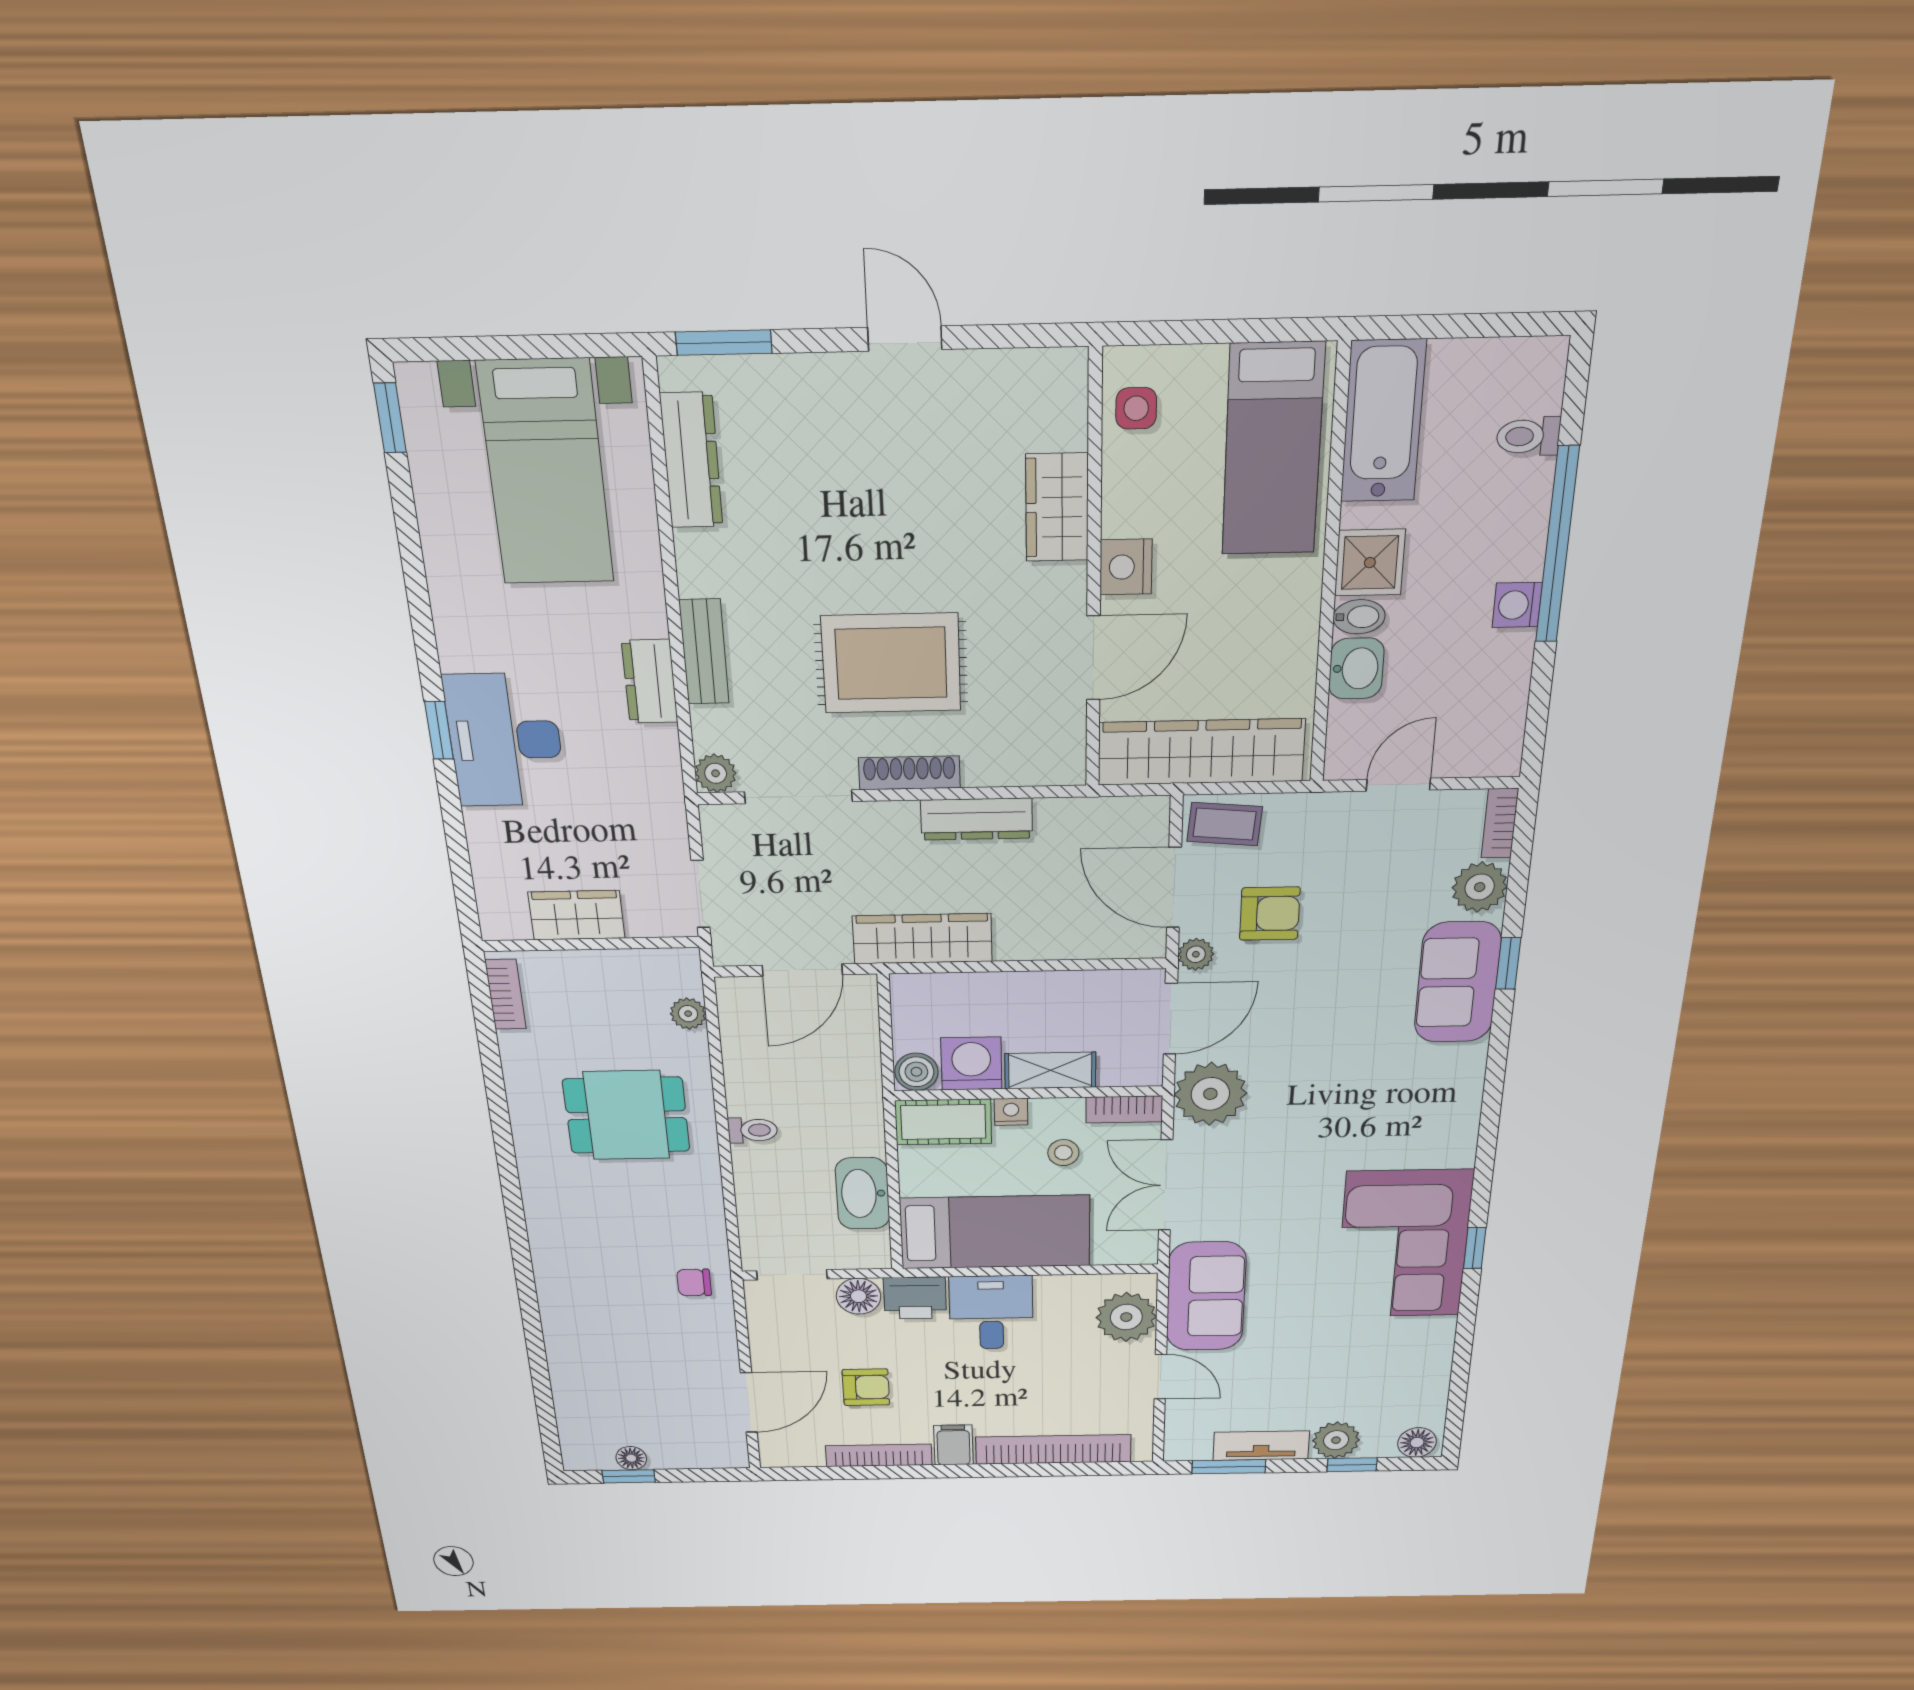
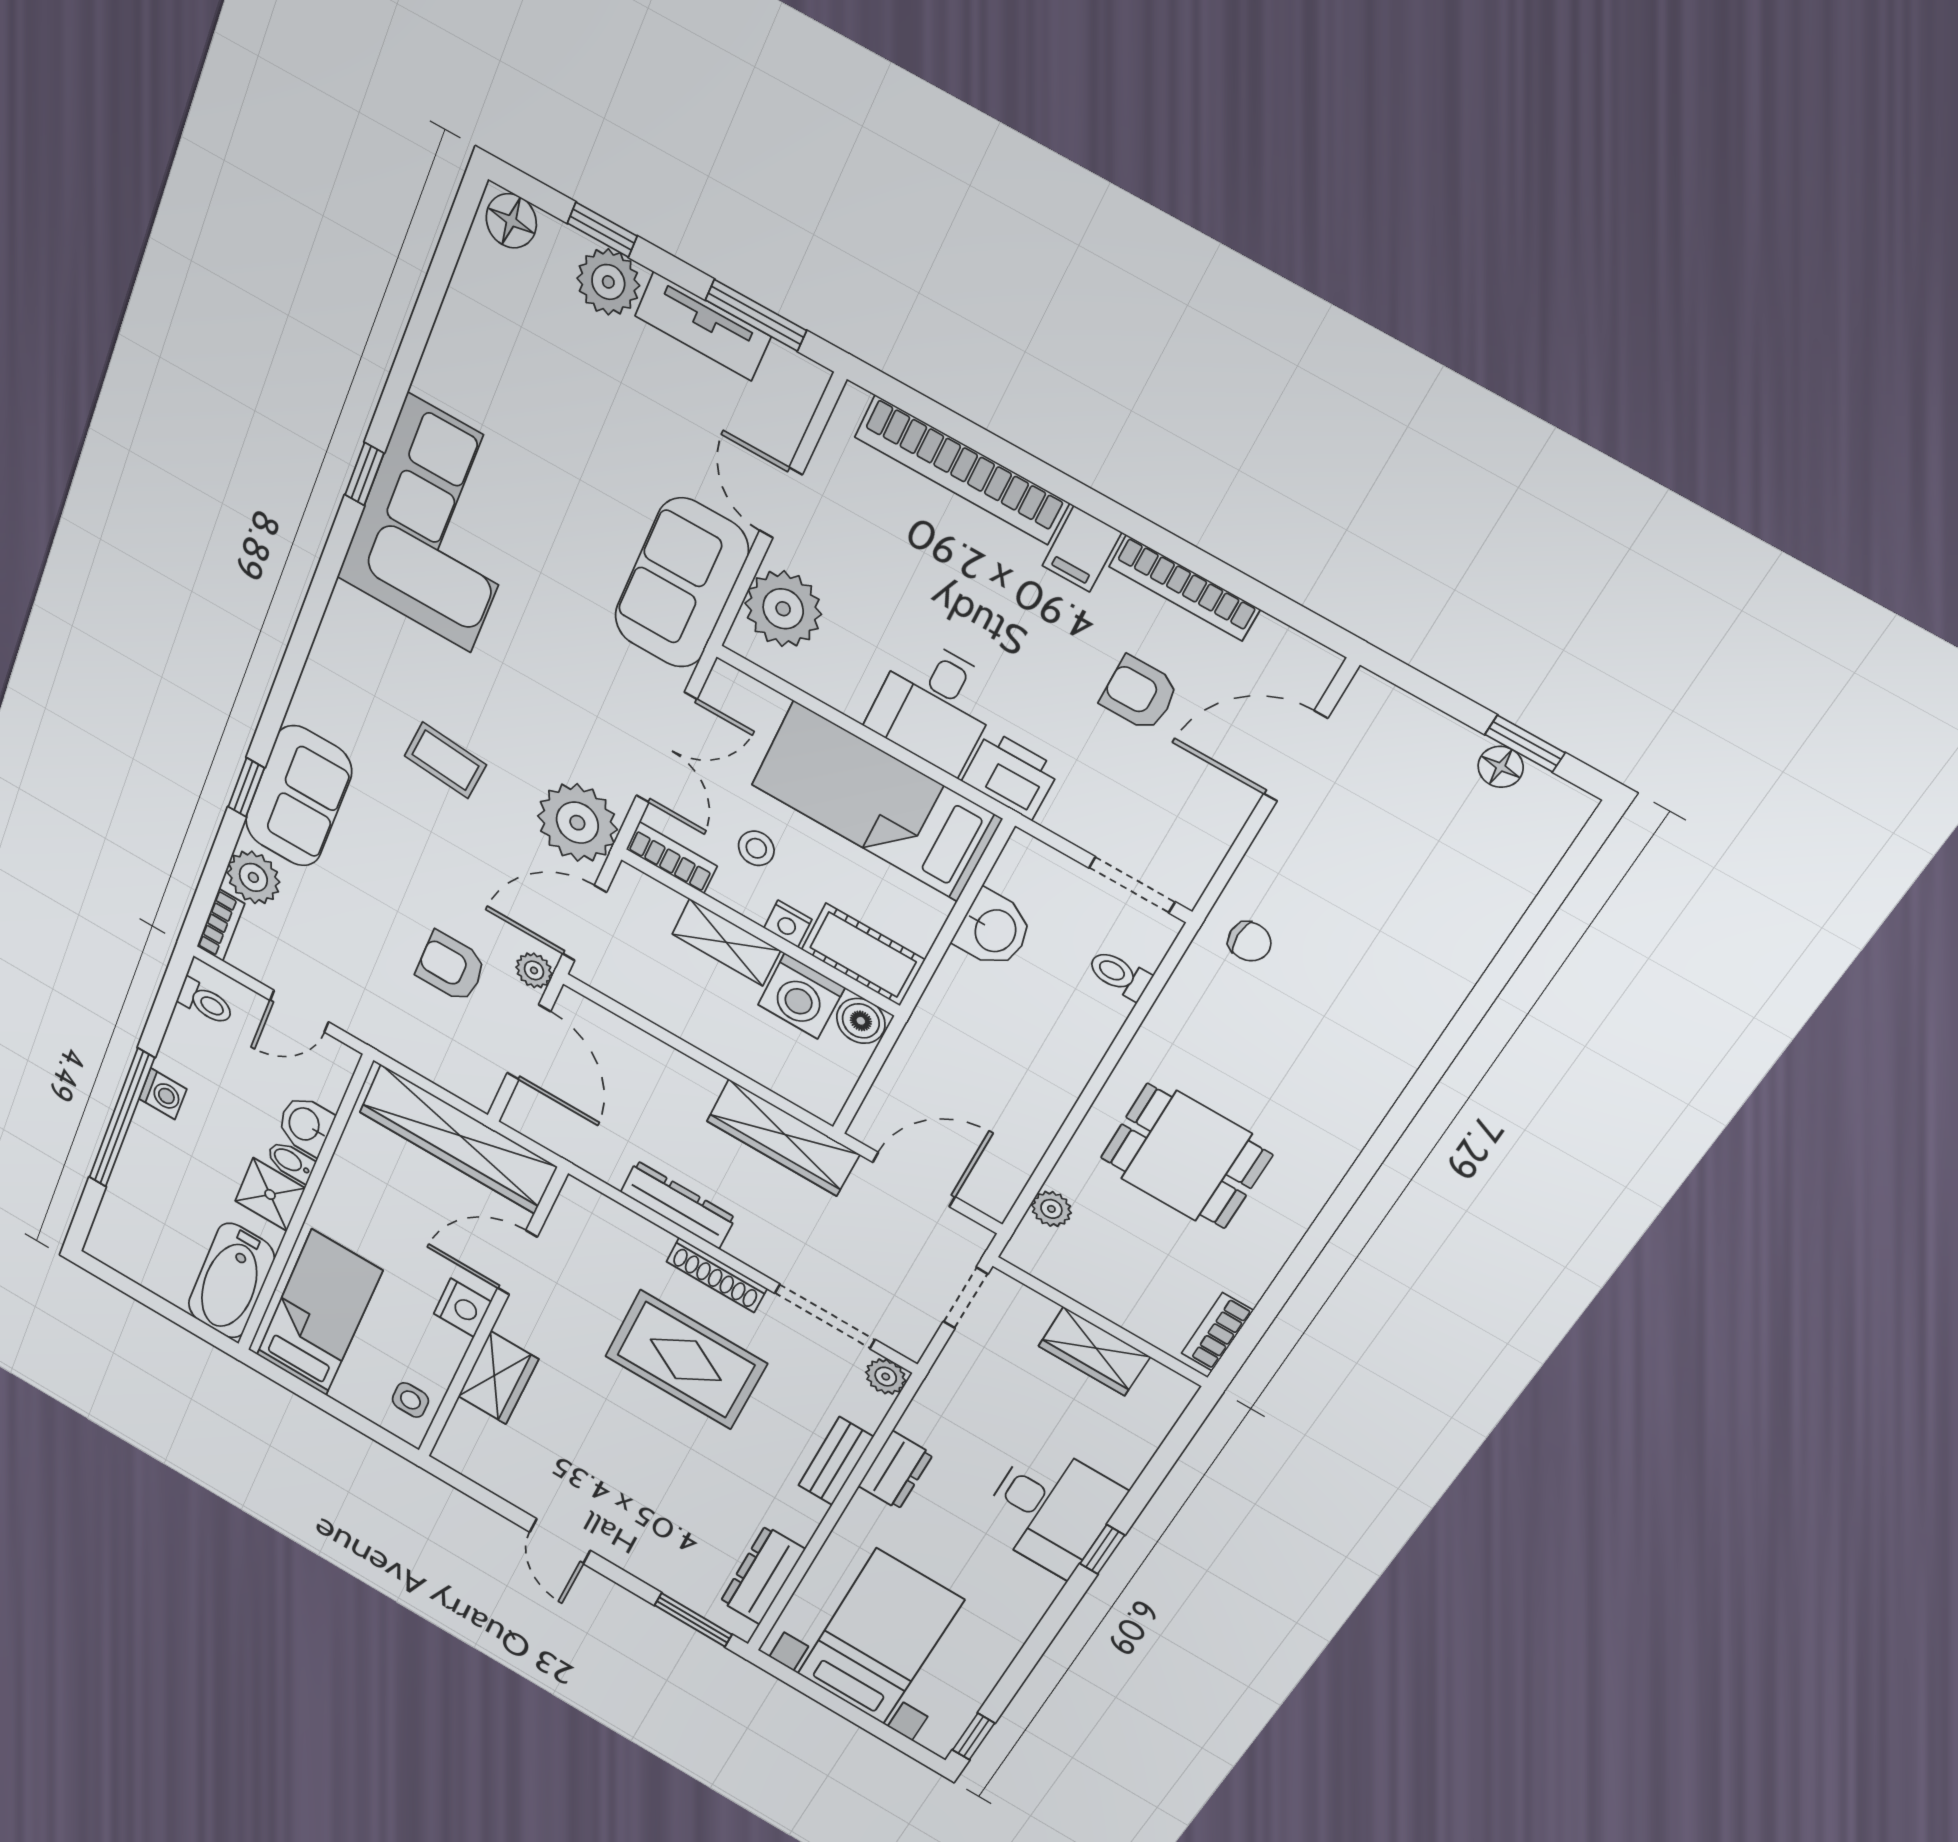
toilet: (1528, 436) -> (205, 1002), moved
coffee table: (1225, 824) -> (445, 760), moved
toilet: (753, 1130) -> (1119, 975), moved
washbasin: (863, 1193) -> (994, 930), width x0.72
floor lamp: (859, 1296) -> (1074, 815), removed

